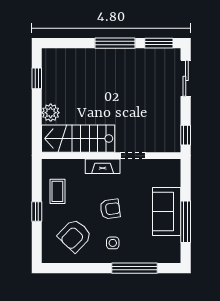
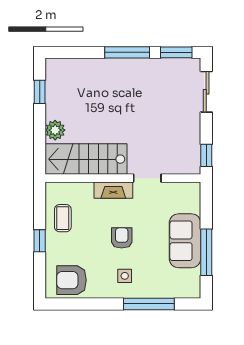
armchair: (110, 209) -> (122, 238), turned -82
armchair: (75, 236) -> (71, 280), moved, turned 46

